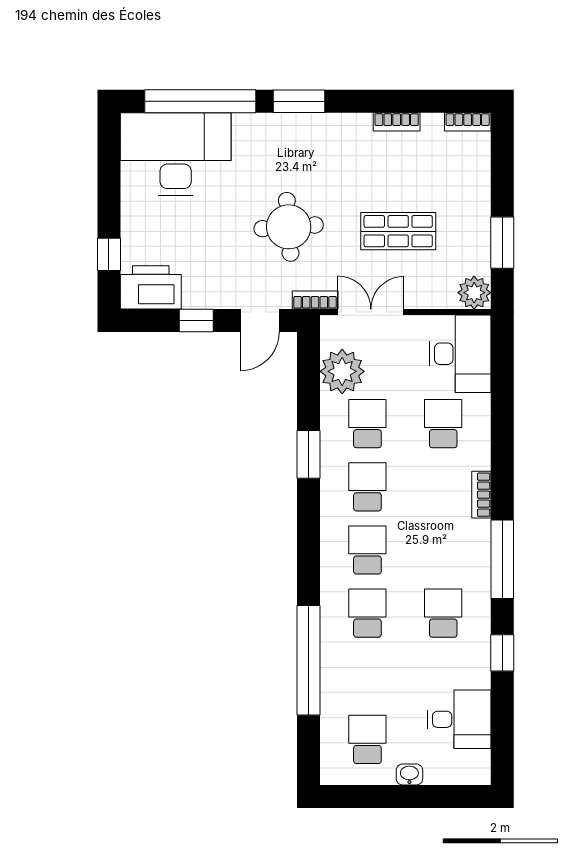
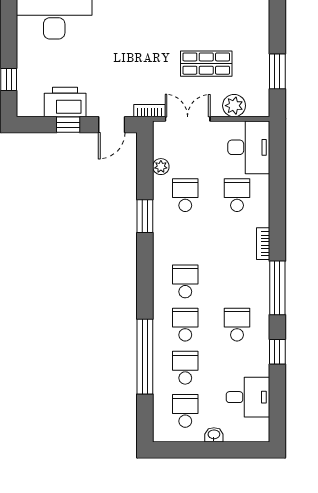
round table: (289, 227) -> (131, 61), removed
printer: (151, 287) -> (65, 102), moved
plant: (474, 293) -> (234, 106), moved
plant: (342, 371) -> (161, 167), width x0.53, depth x0.53
school desk: (367, 487) -> (185, 368), moved

